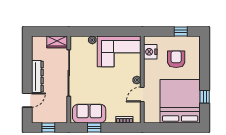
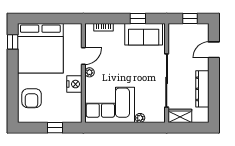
window: (181, 31) -> (55, 128), moved
nightstand: (150, 52) -> (74, 84), moved
armchair: (176, 59) -> (32, 98), moved
dresser: (37, 77) -> (202, 89), moved
window: (205, 97) -> (13, 42), moved

